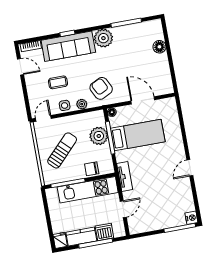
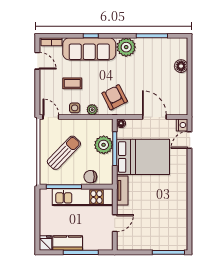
door: (43, 118) -> (51, 117), hinge flipped
bed: (138, 135) -> (143, 157), width x1.50
door: (190, 168) -> (190, 140), moved
nightstand: (191, 218) -> (182, 125), moved
dishwasher: (104, 232) -> (92, 243), removed

